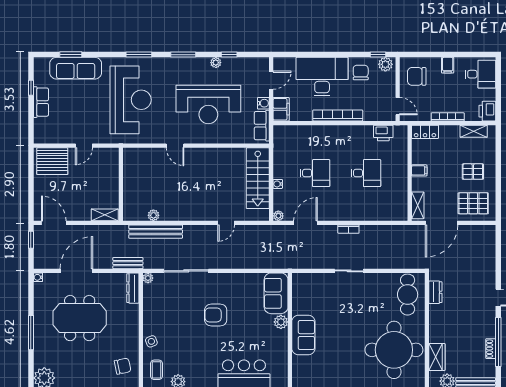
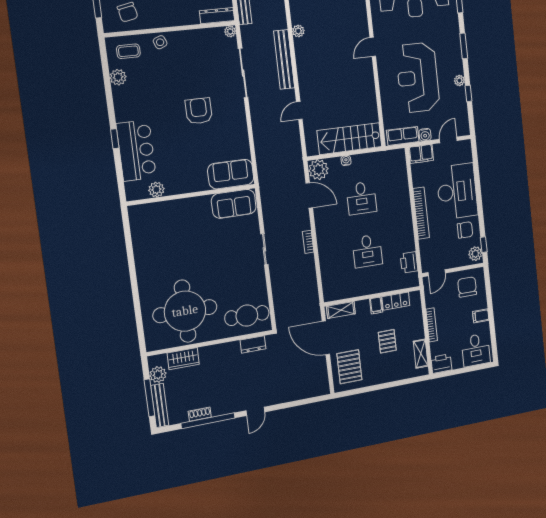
door: (271, 80) -> (448, 140), swing flipped
locker: (425, 132) -> (396, 301), moved, turned -90
pallet: (473, 172) -> (387, 341), moved
plant: (278, 216) -> (318, 170), width x1.88, depth x1.88
door: (226, 223) -> (299, 111), hinge flipped
bench: (156, 232) -> (284, 59), moved
plant: (281, 322) -> (156, 190), moved
sofa: (303, 335) -> (234, 204), moved

